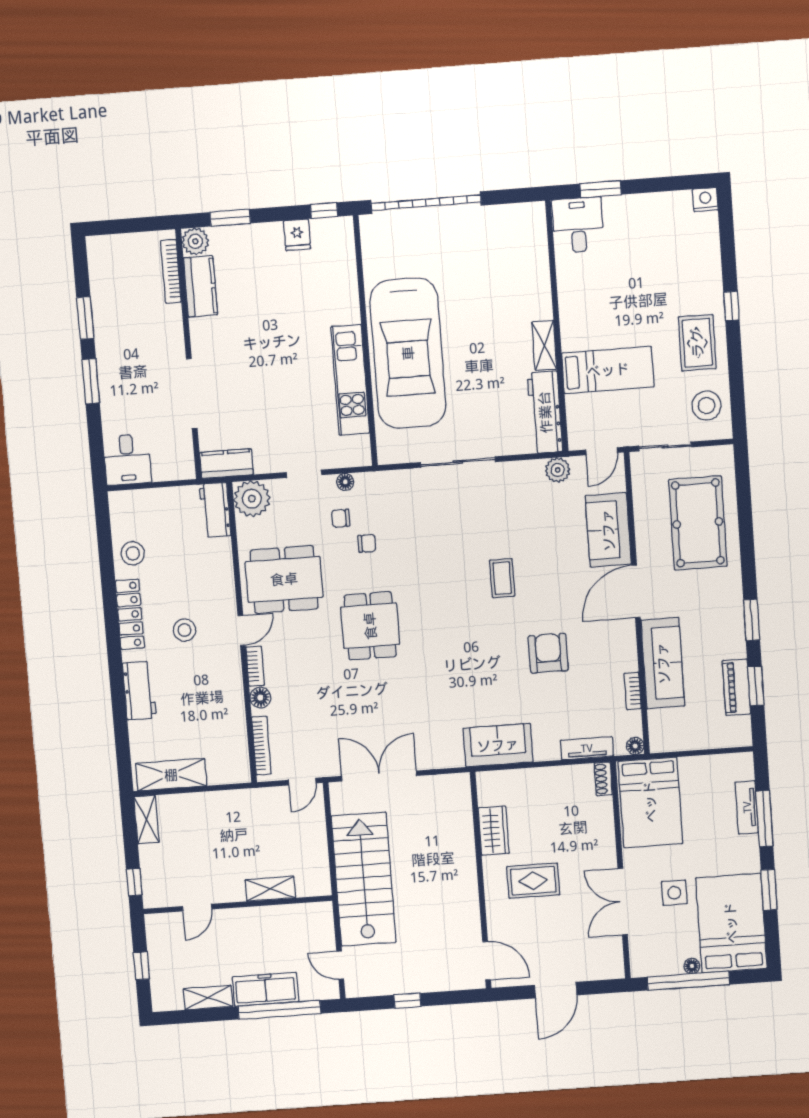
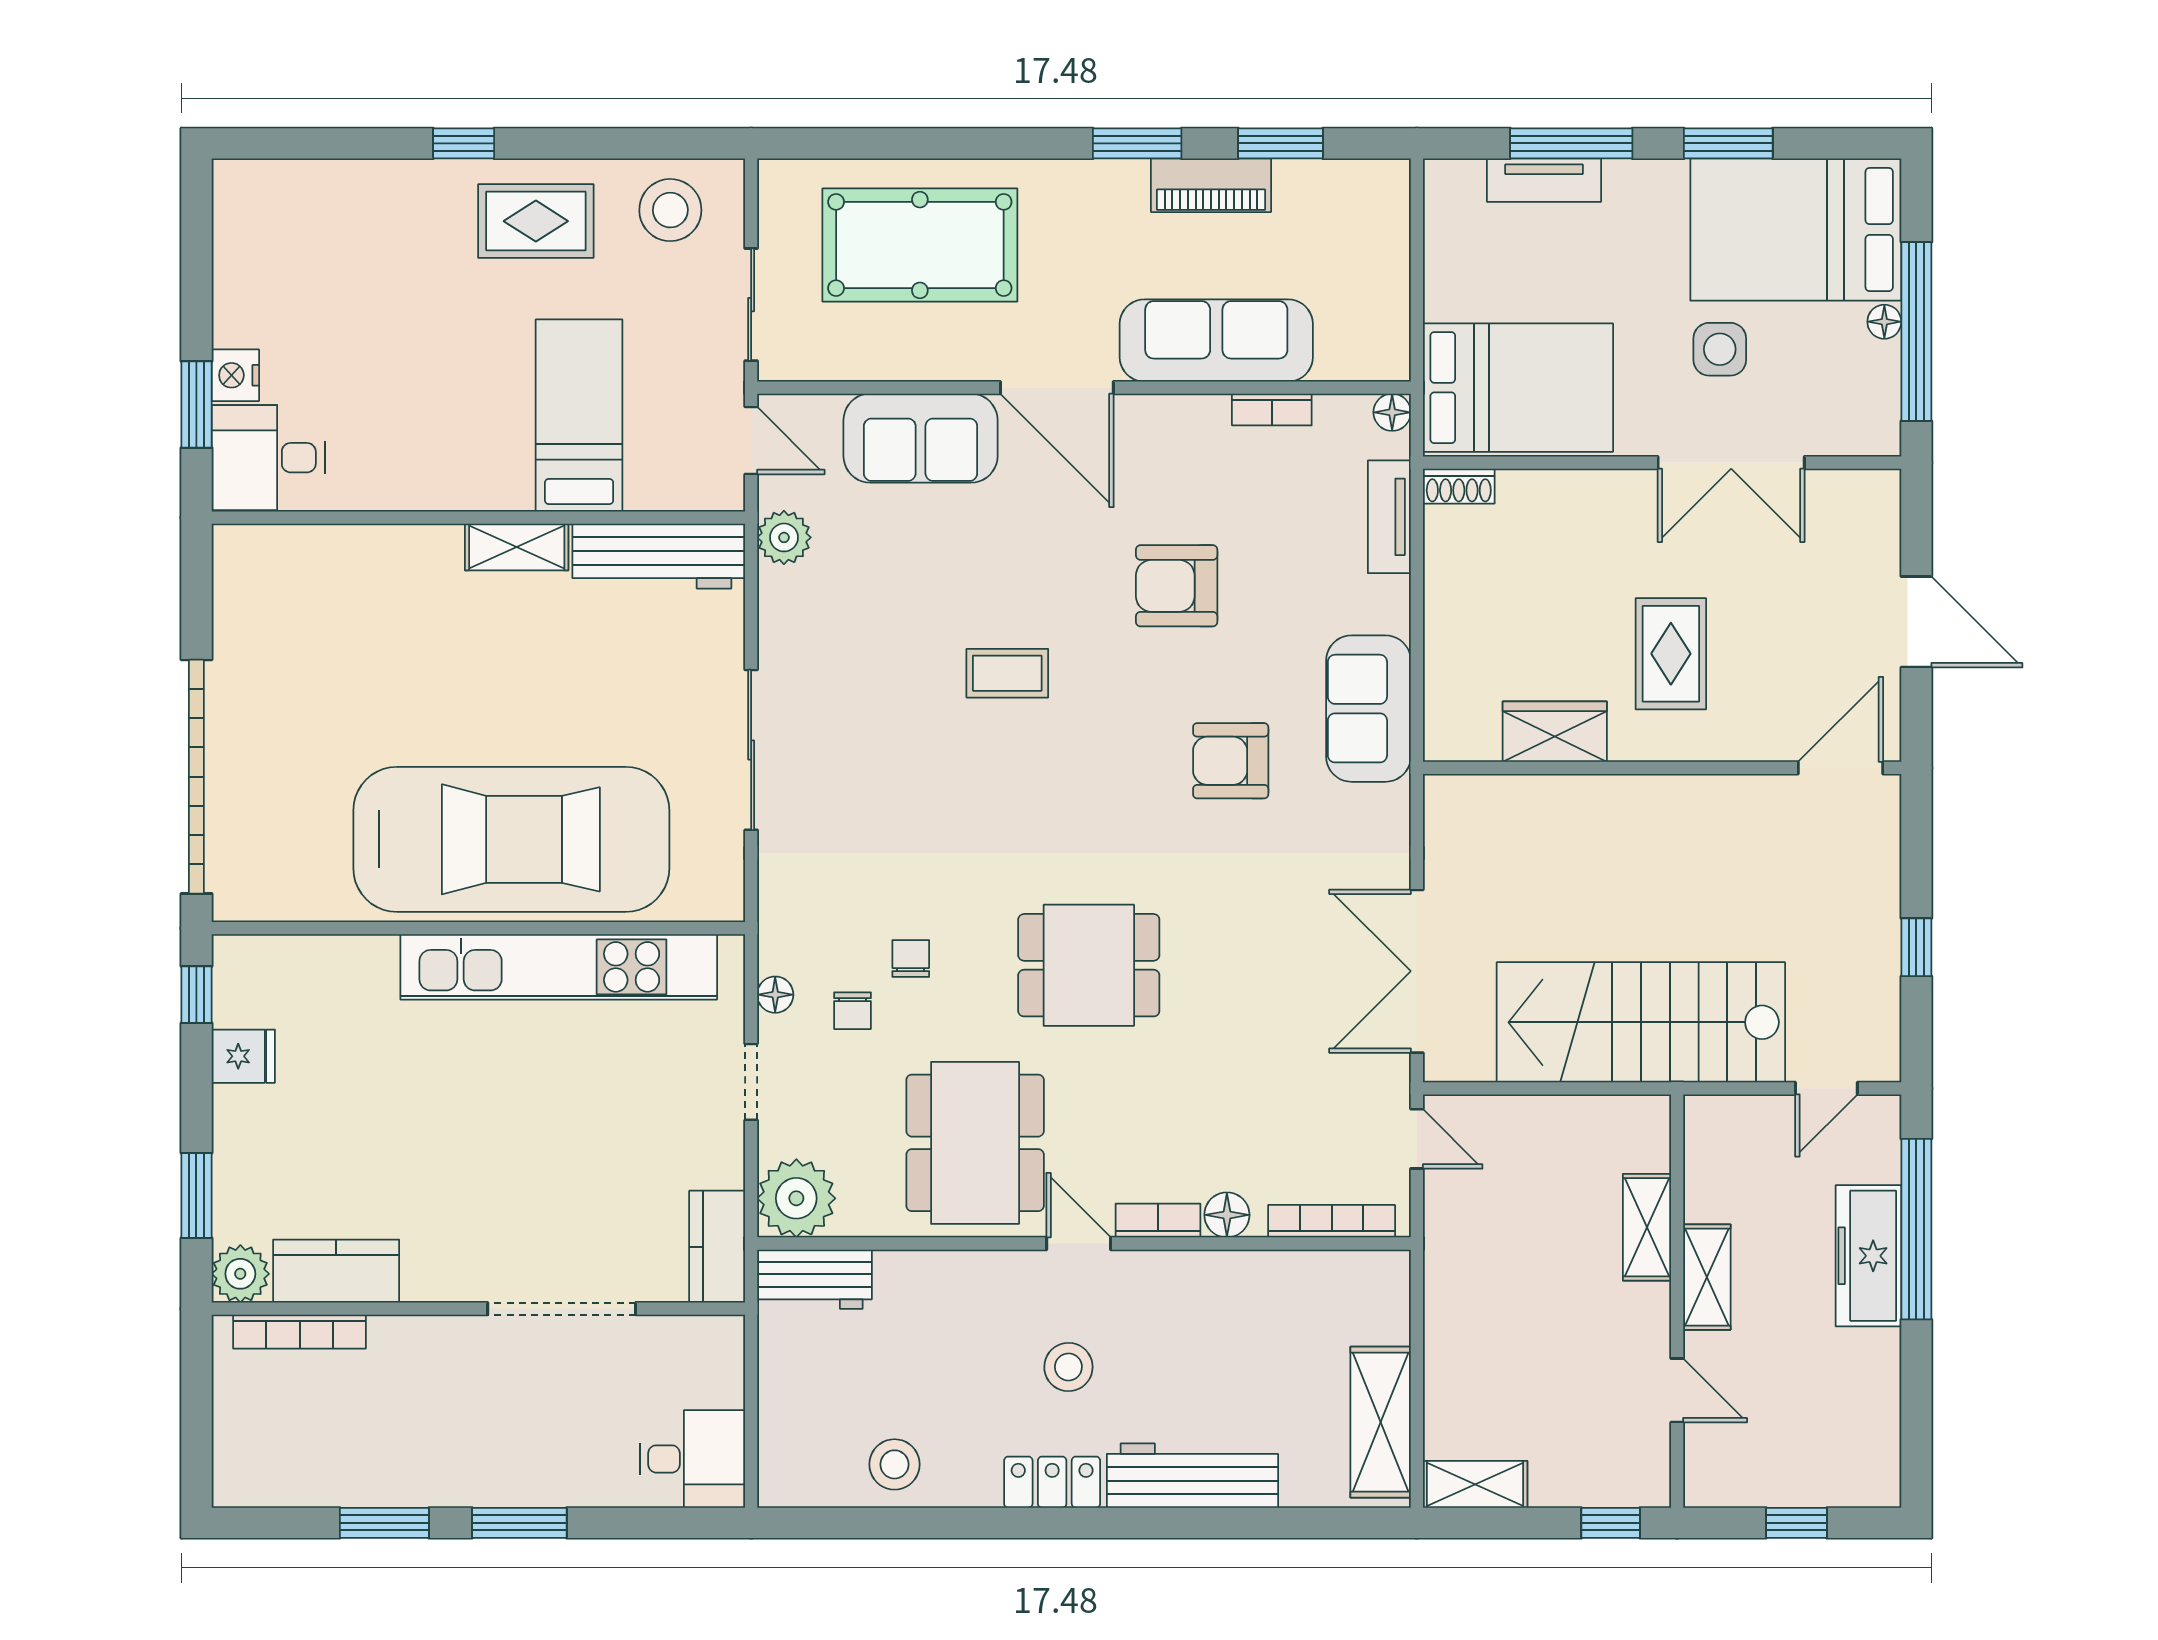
nightstand: (705, 200) -> (235, 375), moved
kitchen unit: (350, 380) -> (559, 967), width x1.36
locker: (130, 614) -> (1052, 1482), width x0.66
armchair: (469, 684) -> (1231, 761), added
piano: (737, 687) -> (1211, 185), moved
workbench: (139, 691) -> (1192, 1476), width x1.38
shelving: (208, 997) -> (1707, 1277), moved

